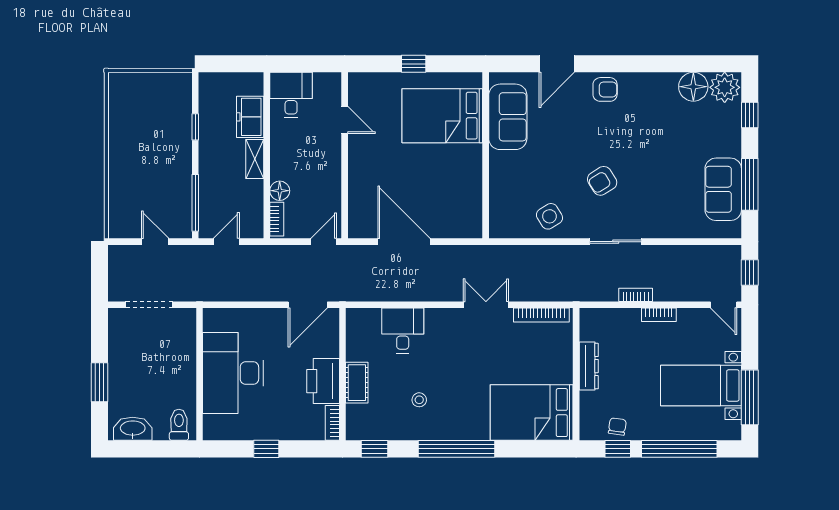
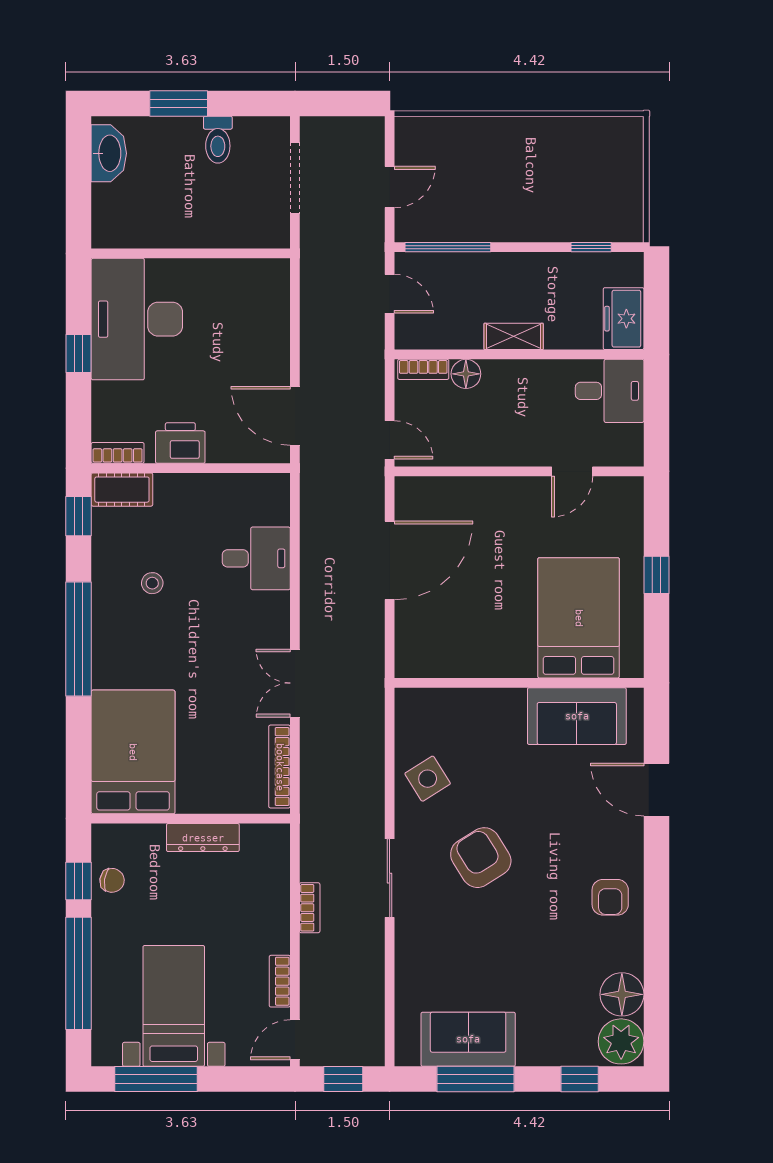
armchair: (605, 89) -> (610, 897), moved
freezer: (250, 117) -> (624, 319), moved, turned -90
window: (195, 127) -> (591, 247), moved
armchair: (602, 181) -> (481, 858), width x1.38, depth x1.38
double door: (486, 305) -> (295, 683), swing flipped
bookcase: (659, 315) -> (280, 981), moved
desk: (233, 373) -> (137, 319), moved, turned -90
printer: (323, 381) -> (180, 443), width x0.73, depth x0.84
cot: (357, 383) -> (122, 490), moved
toilet: (179, 425) -> (218, 140), moved, turned 90

